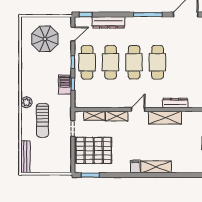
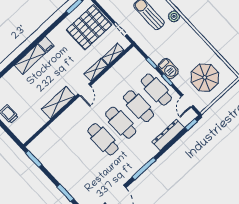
barbecue: (65, 85) -> (168, 69), moved
dresser: (175, 103) -> (61, 121), removed

